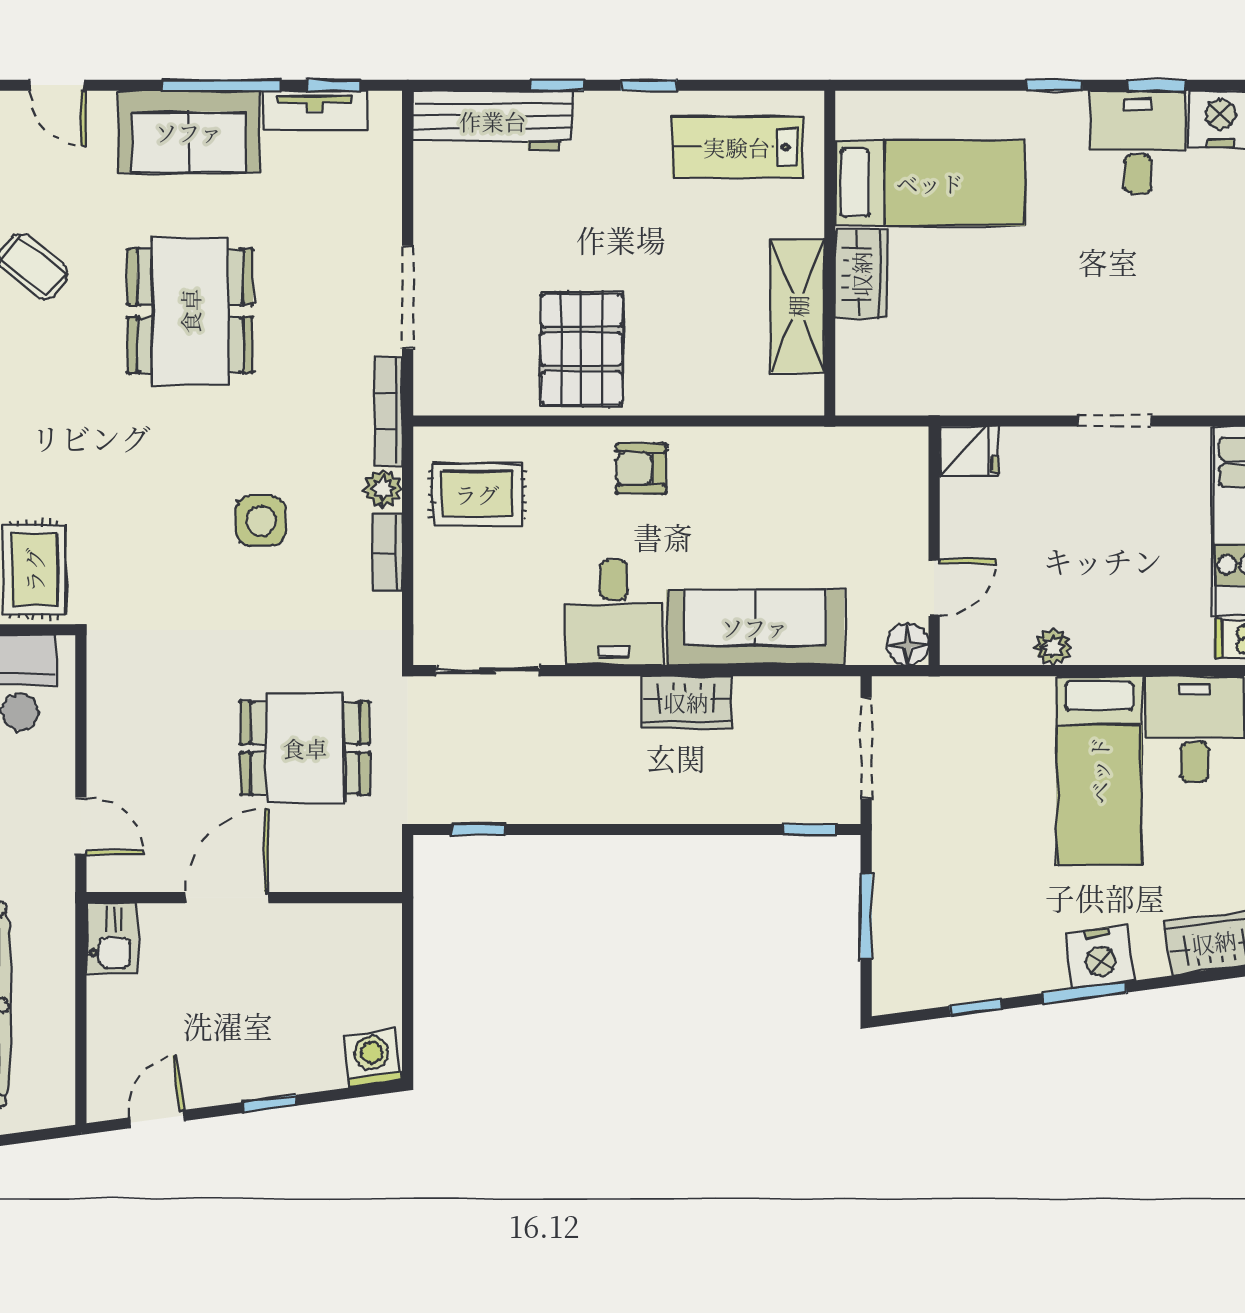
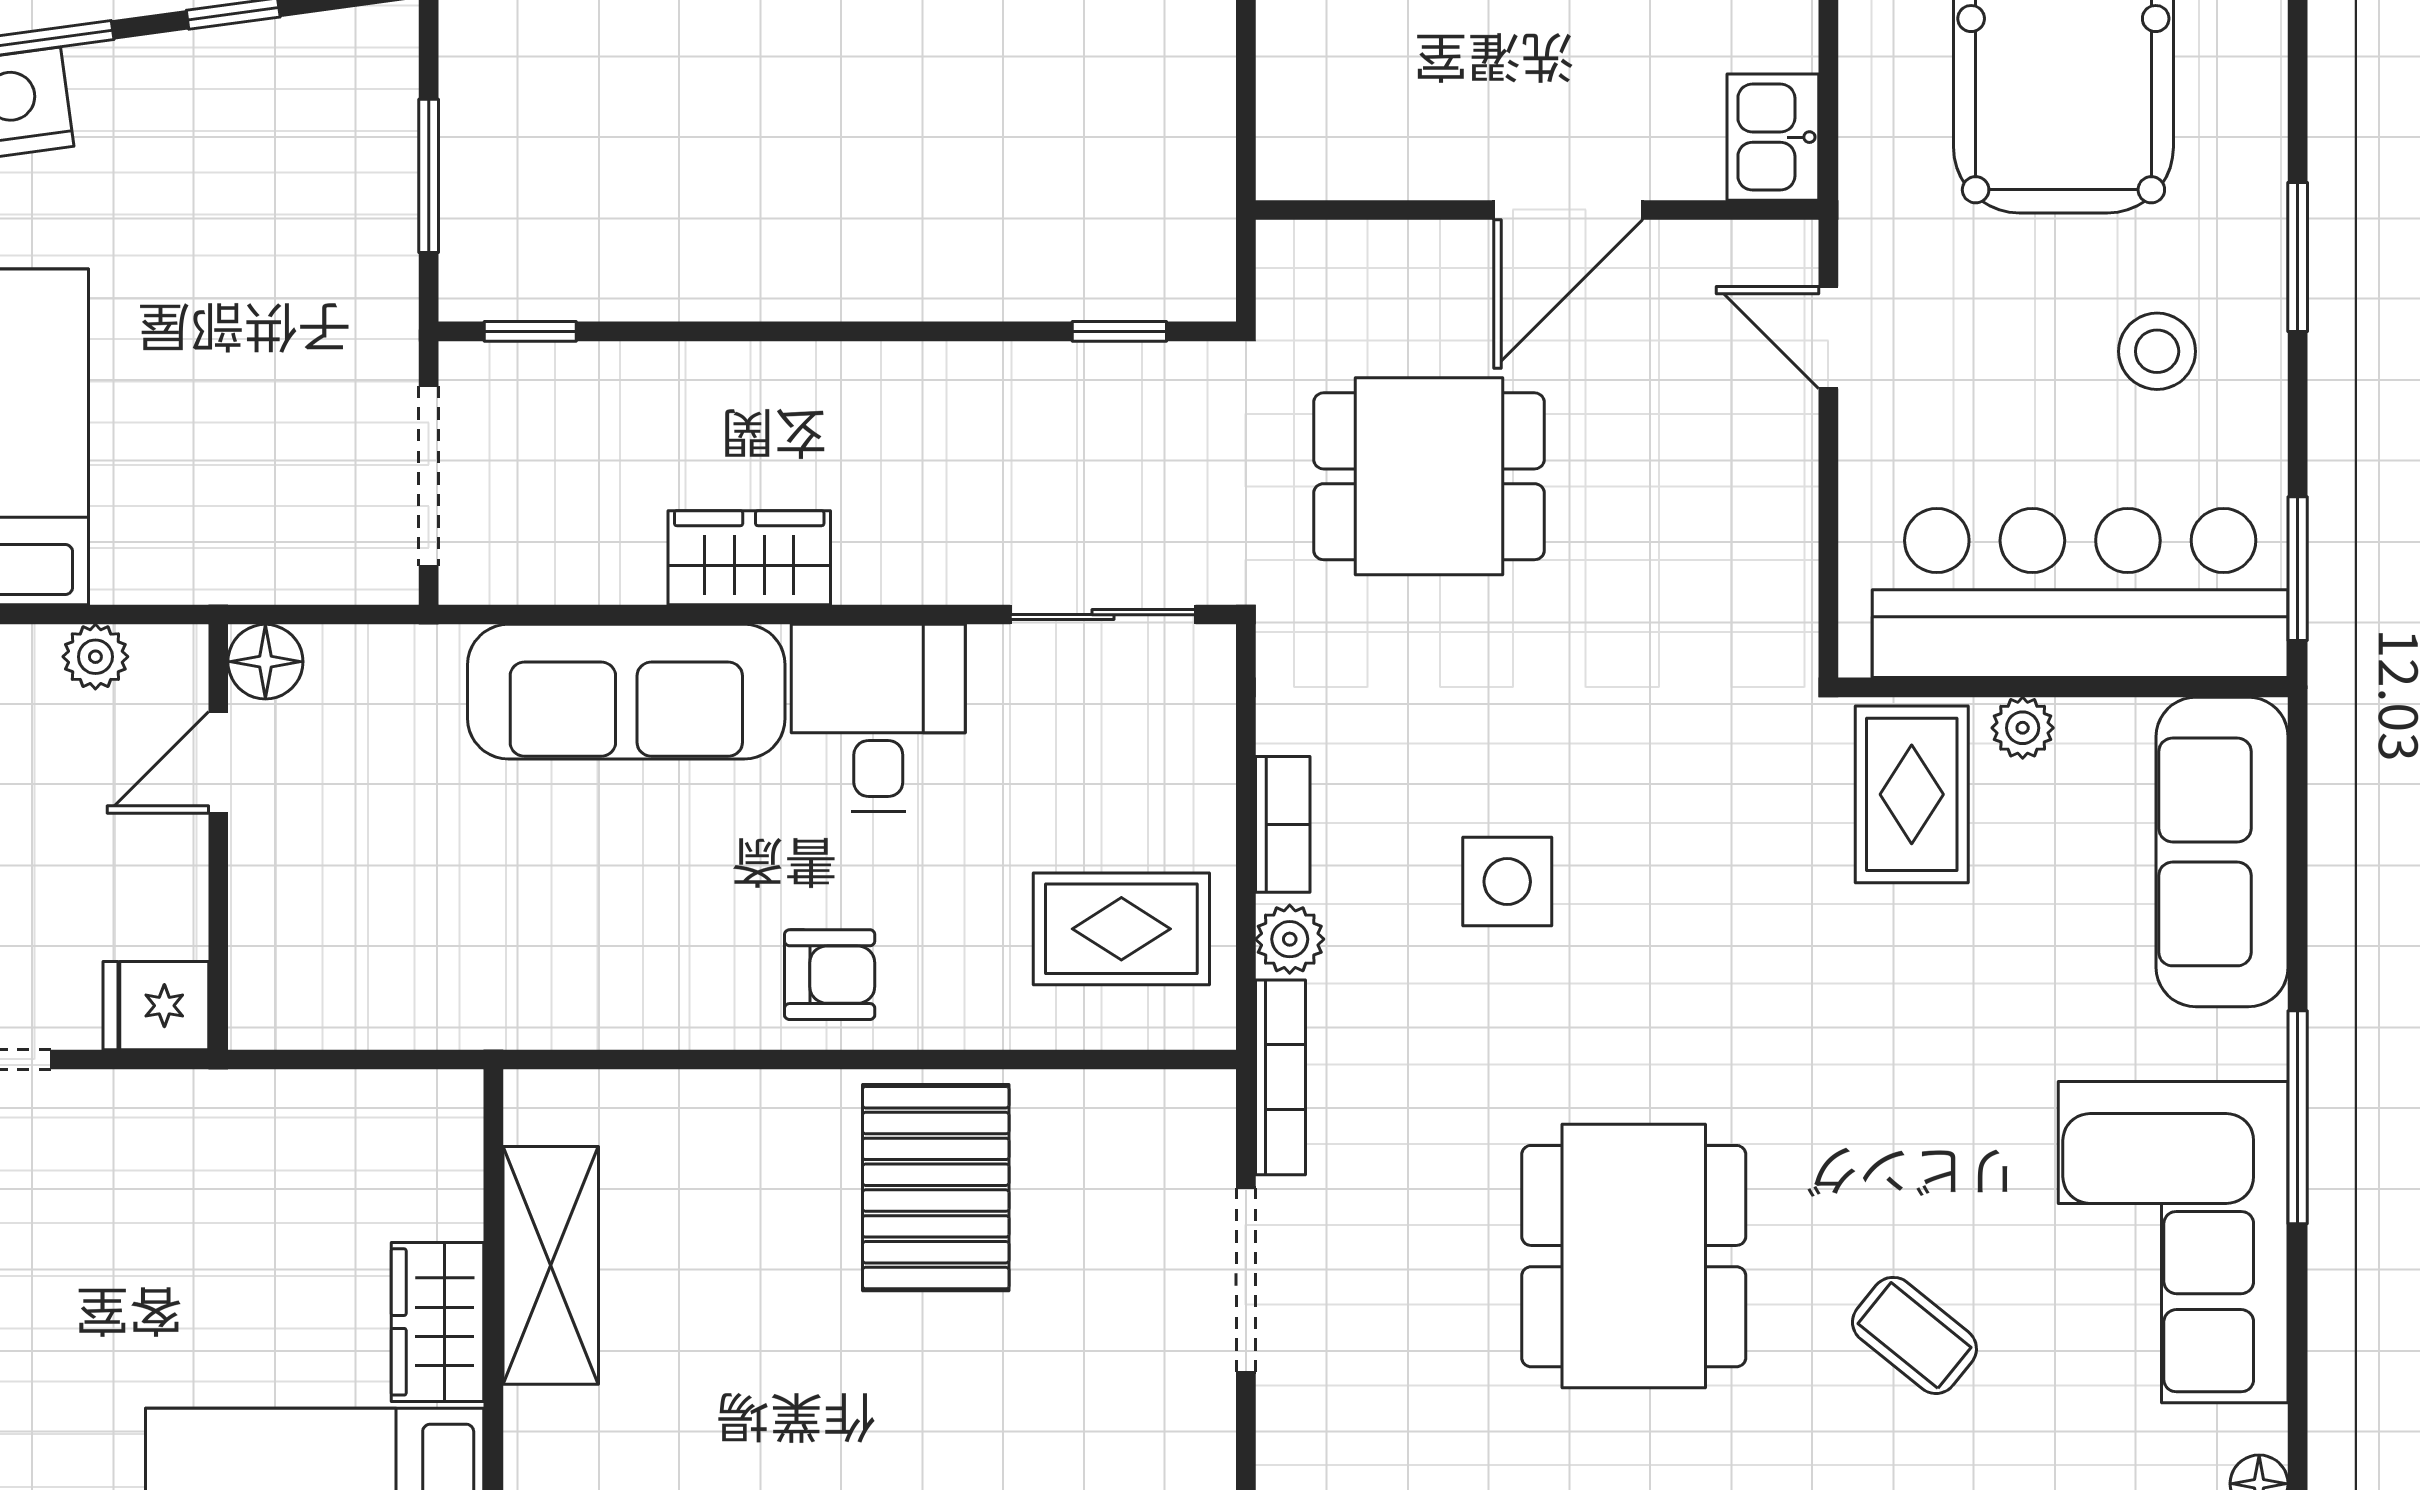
fridge: (969, 451) -> (156, 1006), moved
wall: (934, 546) -> (218, 837), moved
door: (934, 588) -> (218, 762), moved
floor lamp: (908, 644) -> (265, 662), moved

